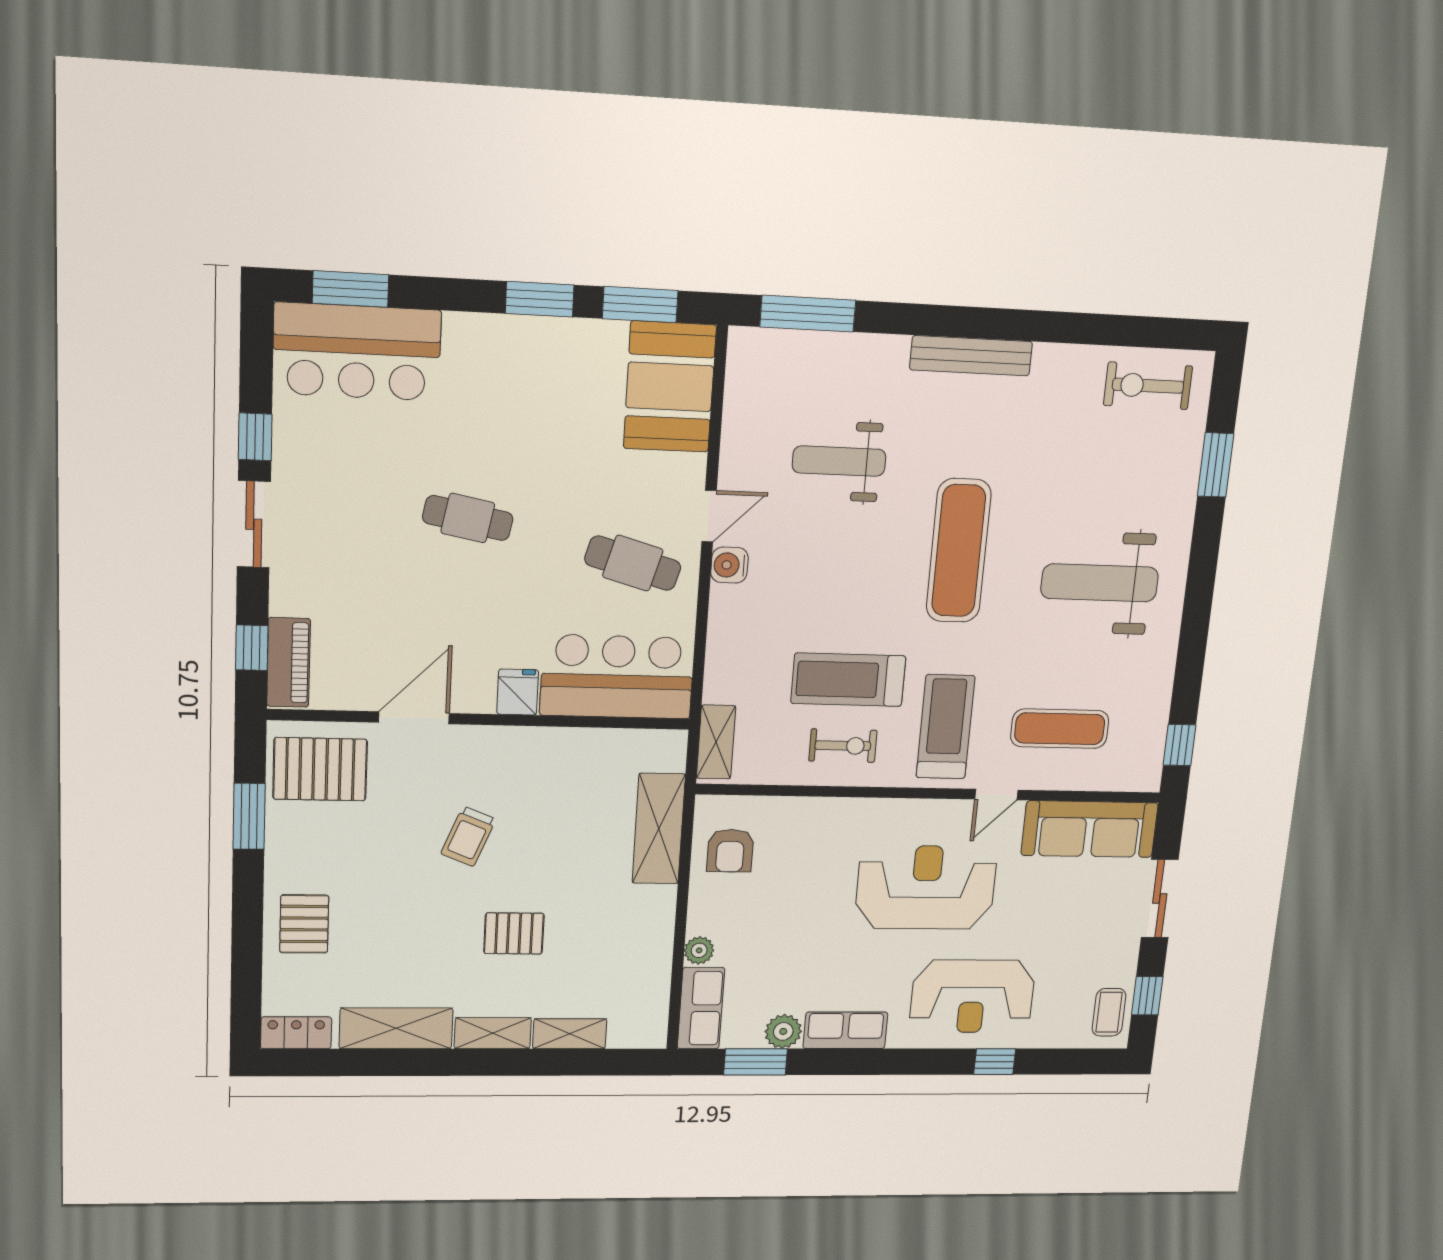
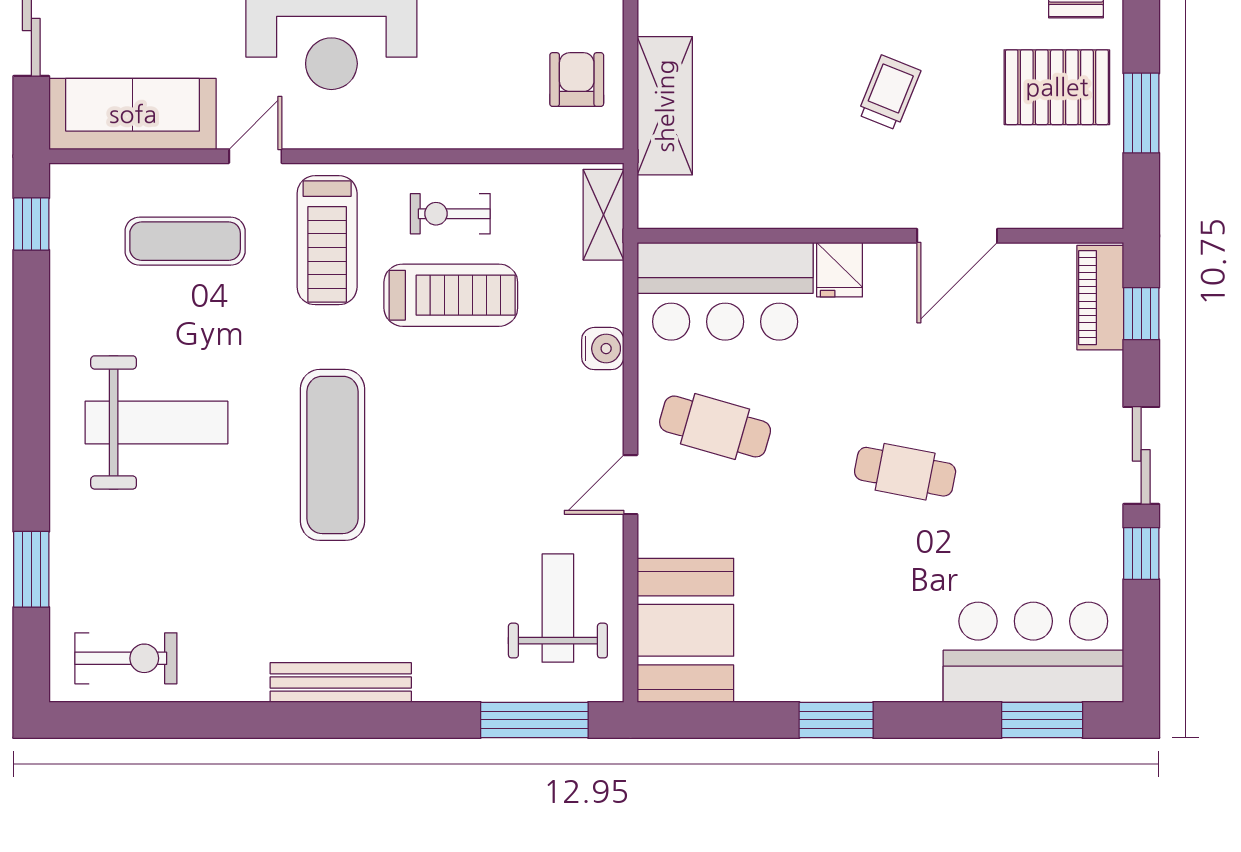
window: (640, 305) -> (724, 720), removed
weight bench: (839, 461) -> (558, 608), moved, turned -90
water cooler: (729, 565) -> (603, 349), moved
pallet: (320, 769) -> (1057, 87), moved

